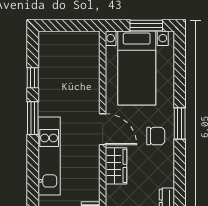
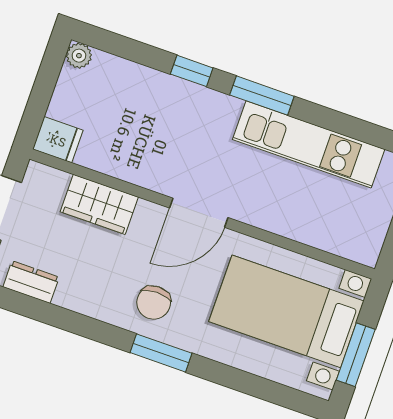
window: (33, 78) -> (192, 71), moved
kitchen unit: (49, 156) -> (309, 144), moved
wardrobe: (116, 166) -> (99, 204), moved

